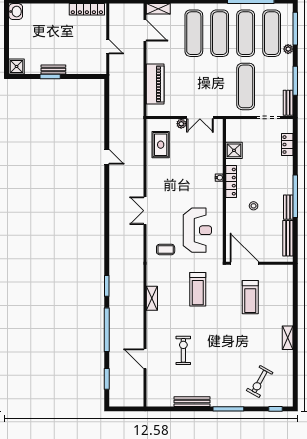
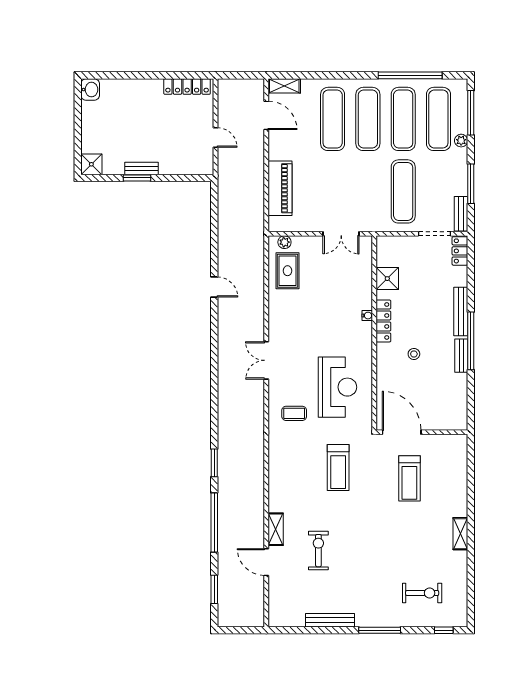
plant: (181, 124) -> (284, 242), moved
locker: (287, 145) -> (460, 251), moved
bench: (288, 238) -> (461, 311), moved
shelving: (152, 298) -> (276, 529), moved
exercise bike: (260, 381) -> (422, 593), turned -119

